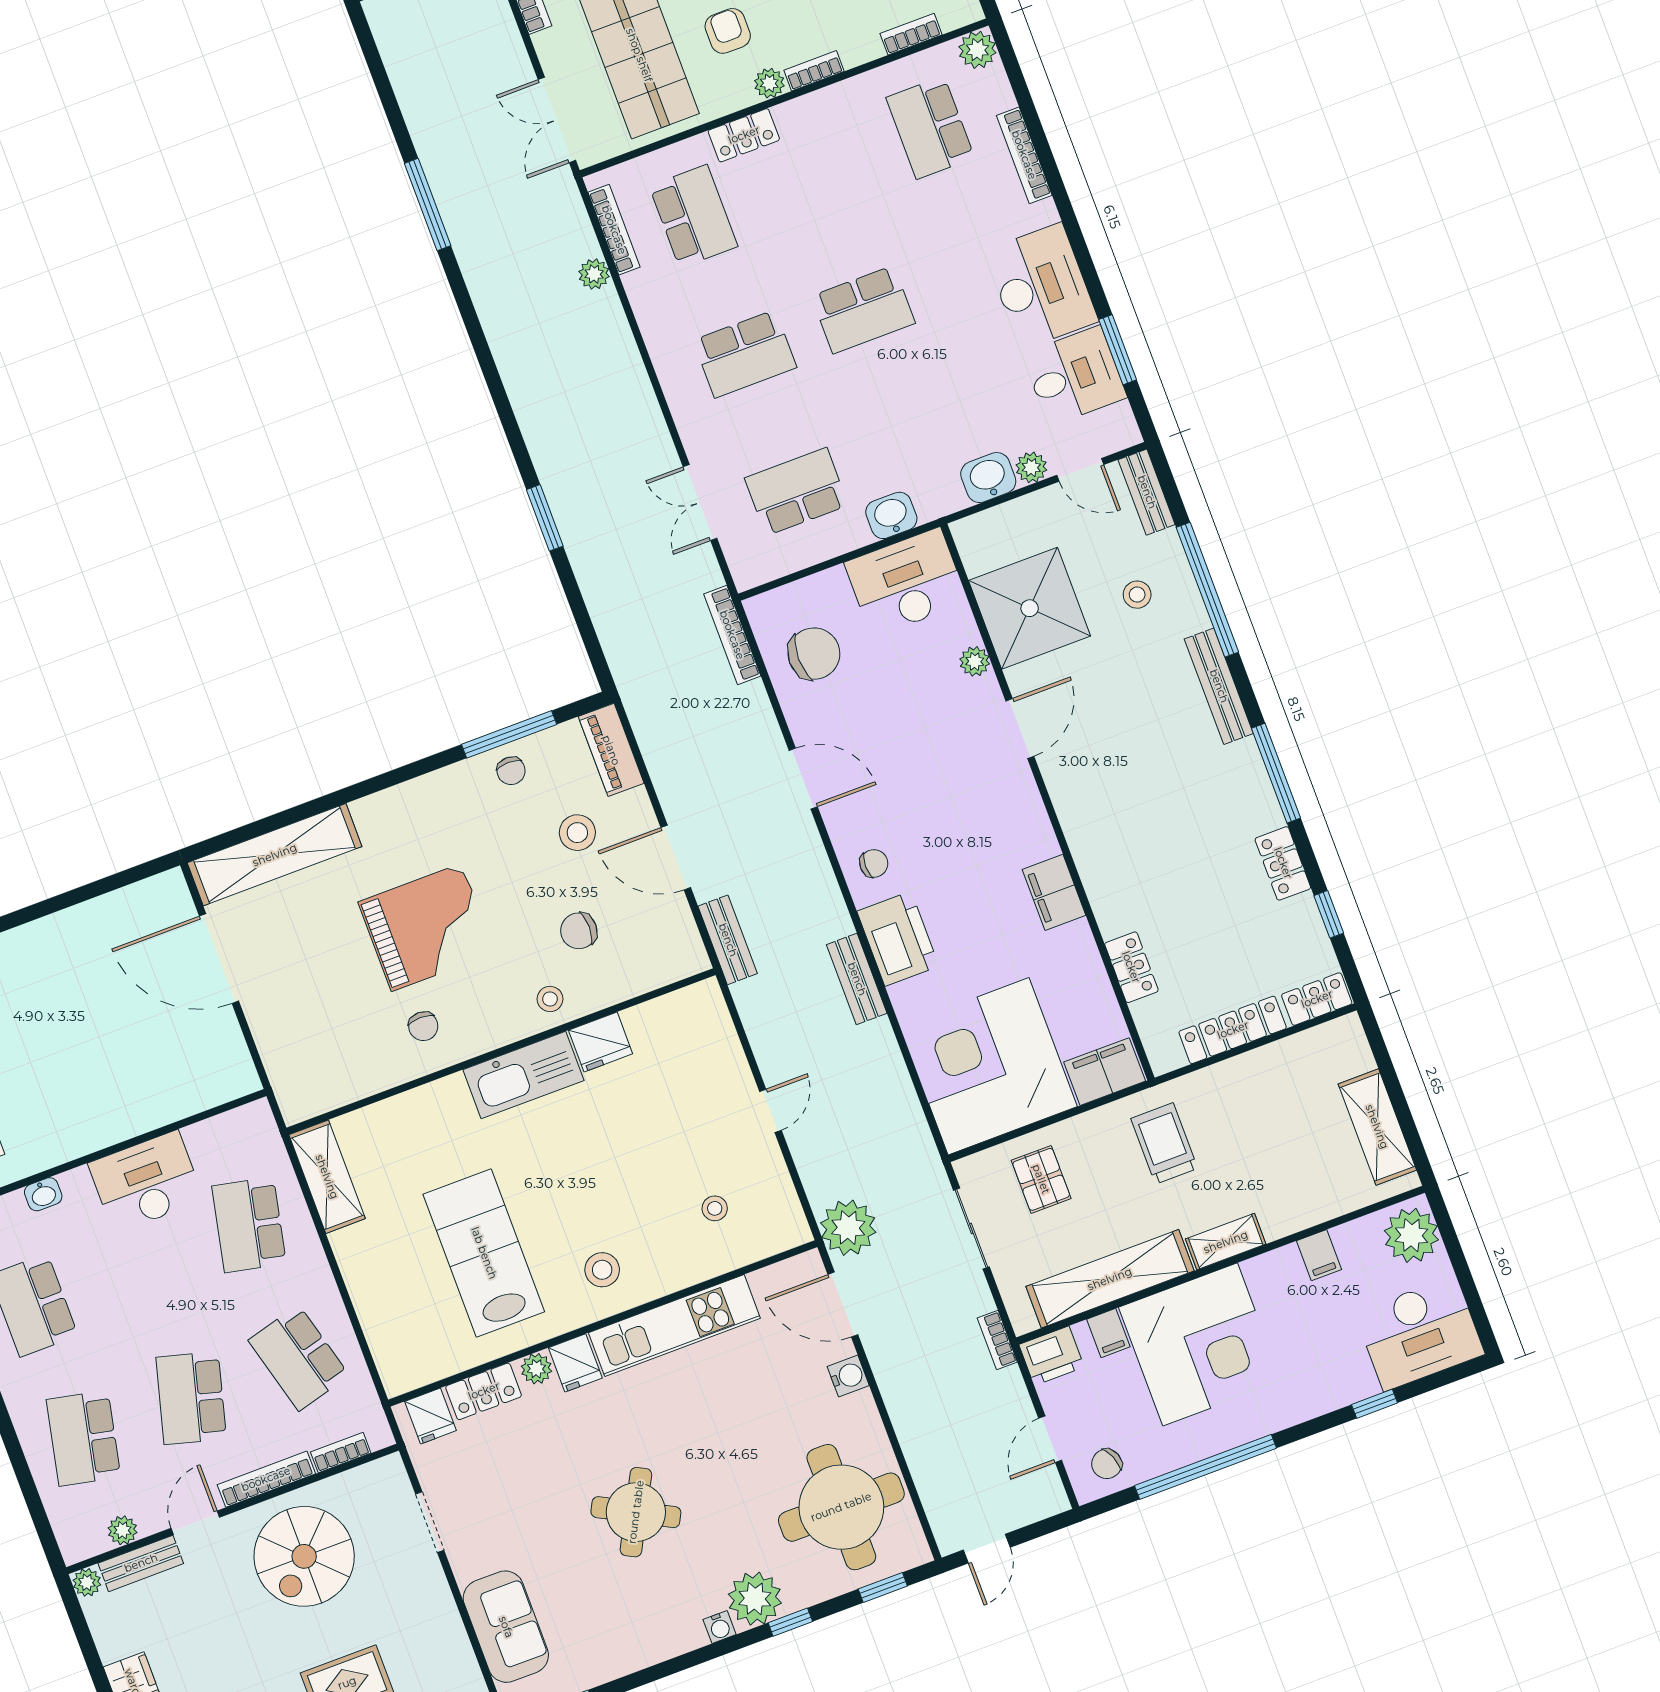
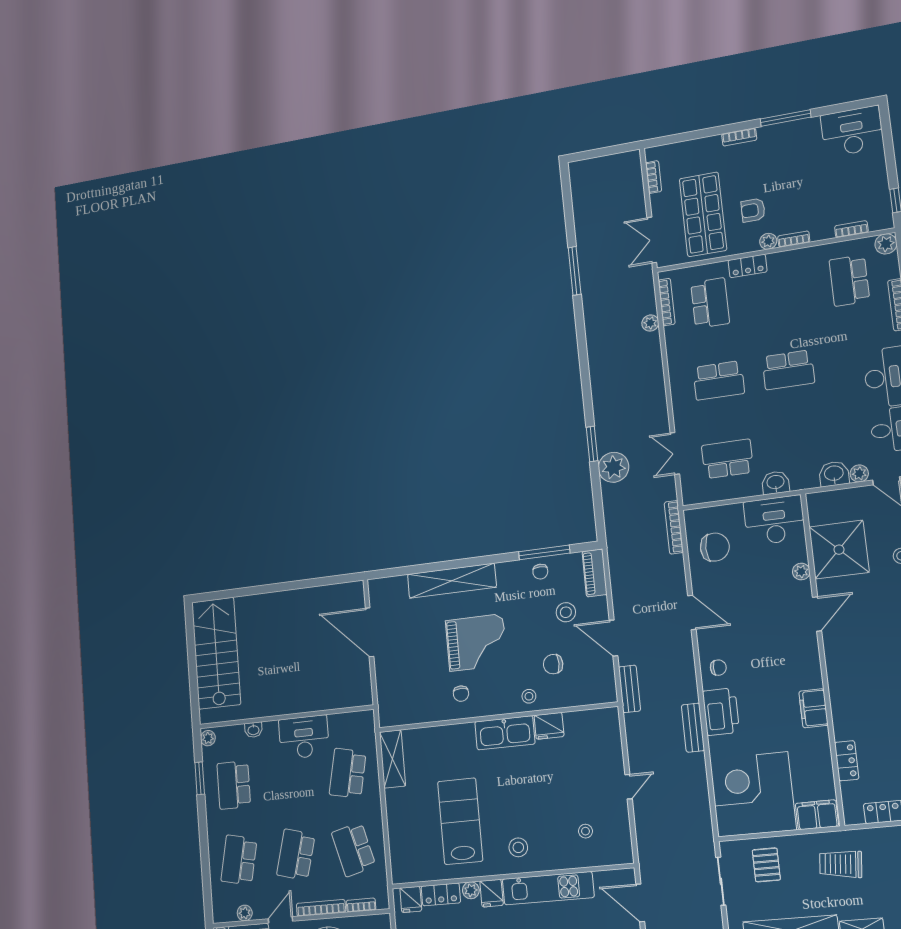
armchair: (728, 31) -> (753, 210), turned -90
shelving: (275, 855) -> (452, 581), moved
trolley: (1164, 1143) -> (841, 864), turned -84
plant: (848, 1228) -> (614, 467), moved

